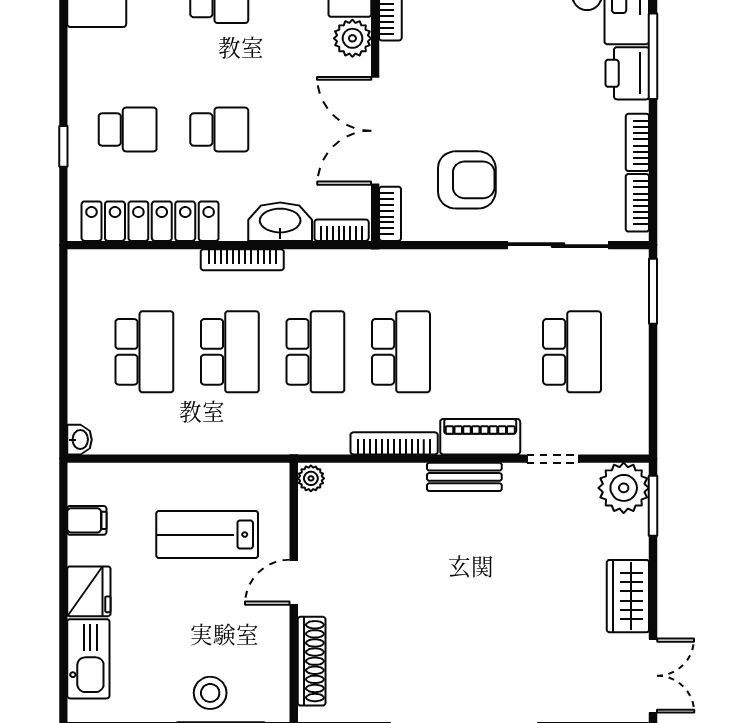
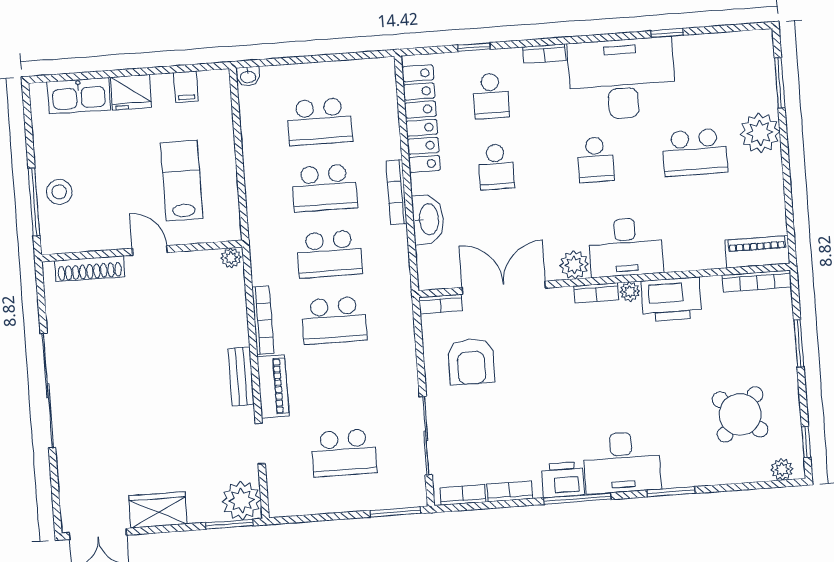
bookcase: (342, 230) -> (544, 54), moved, turned 90

